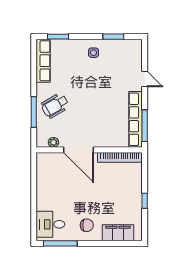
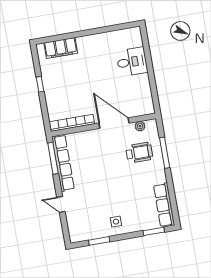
wheelchair: (55, 106) -> (139, 153), moved, turned 30
desk: (50, 224) -> (132, 62), moved
chair: (87, 225) -> (93, 50), removed
window: (60, 243) -> (116, 28), removed

